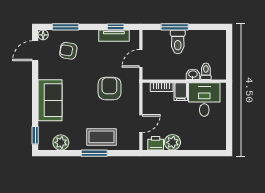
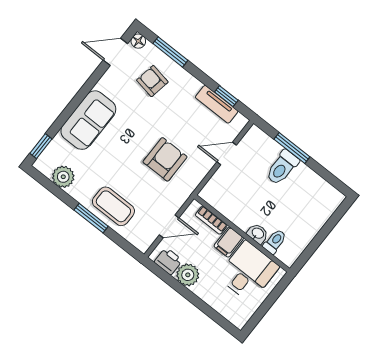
toilet: (206, 71) -> (275, 242), moved
washbasin: (193, 74) -> (258, 234), moved
wall: (184, 81) -> (242, 234), moved
bookcase: (162, 87) -> (211, 220), moved
filing cabinet: (181, 92) -> (229, 242), moved
desk: (204, 100) -> (248, 272), moved

